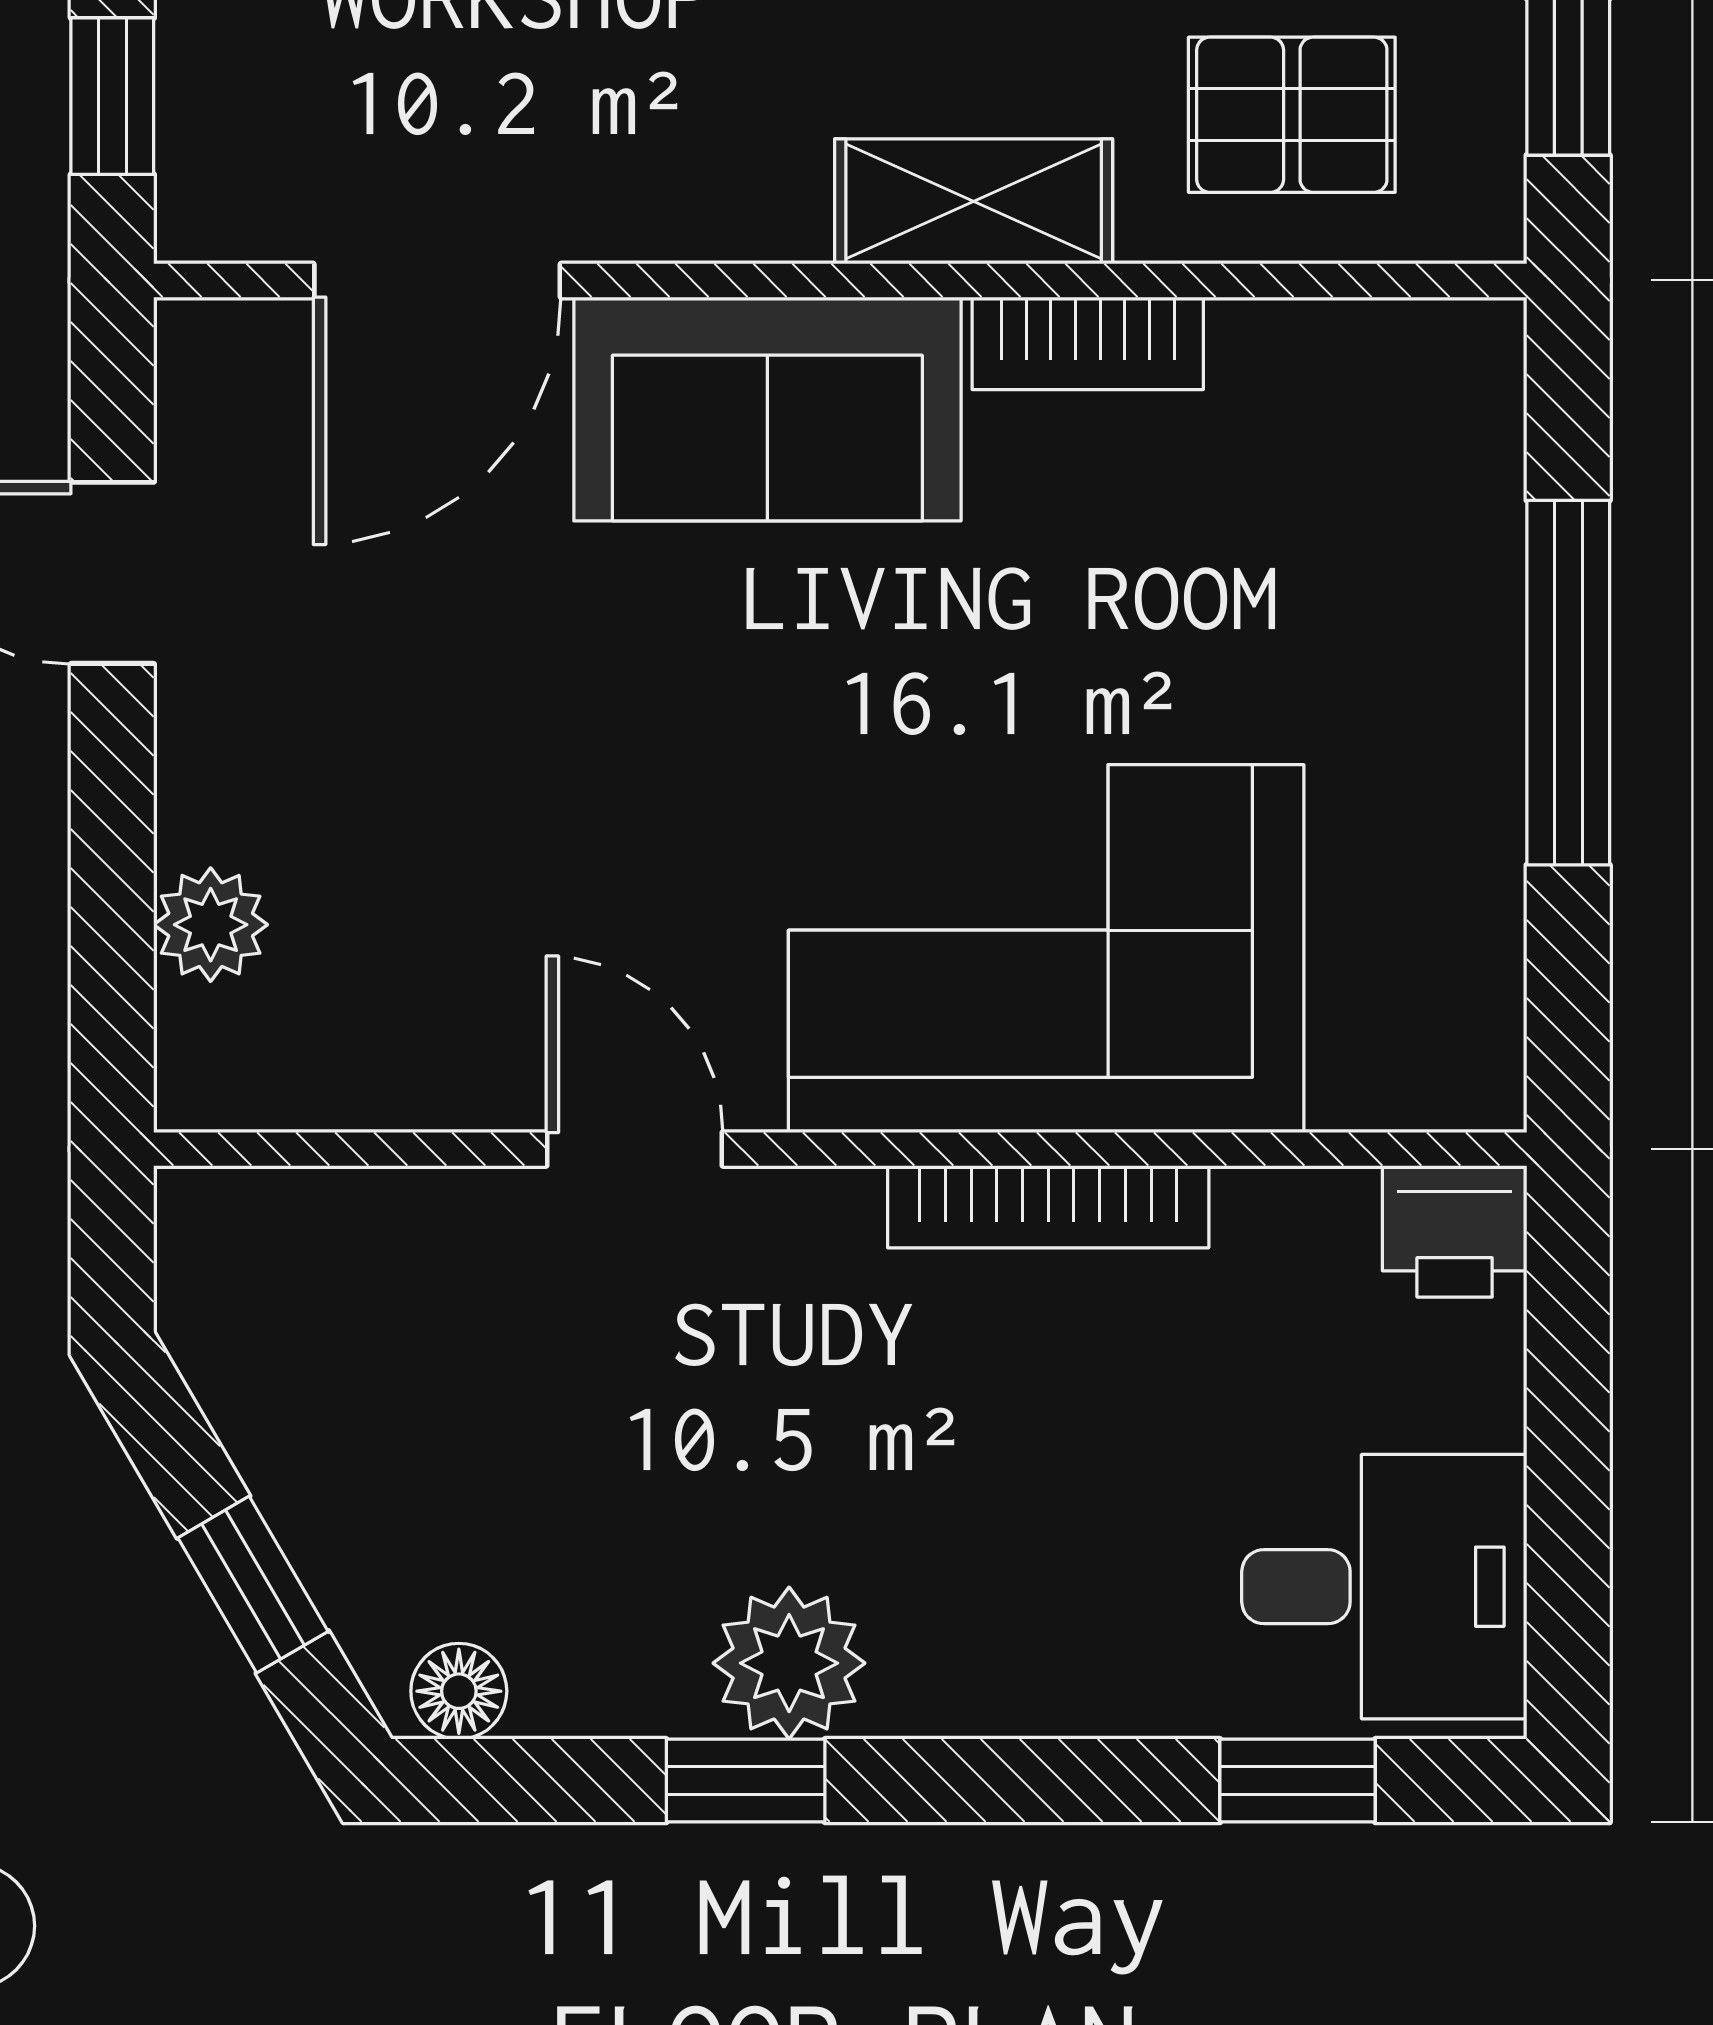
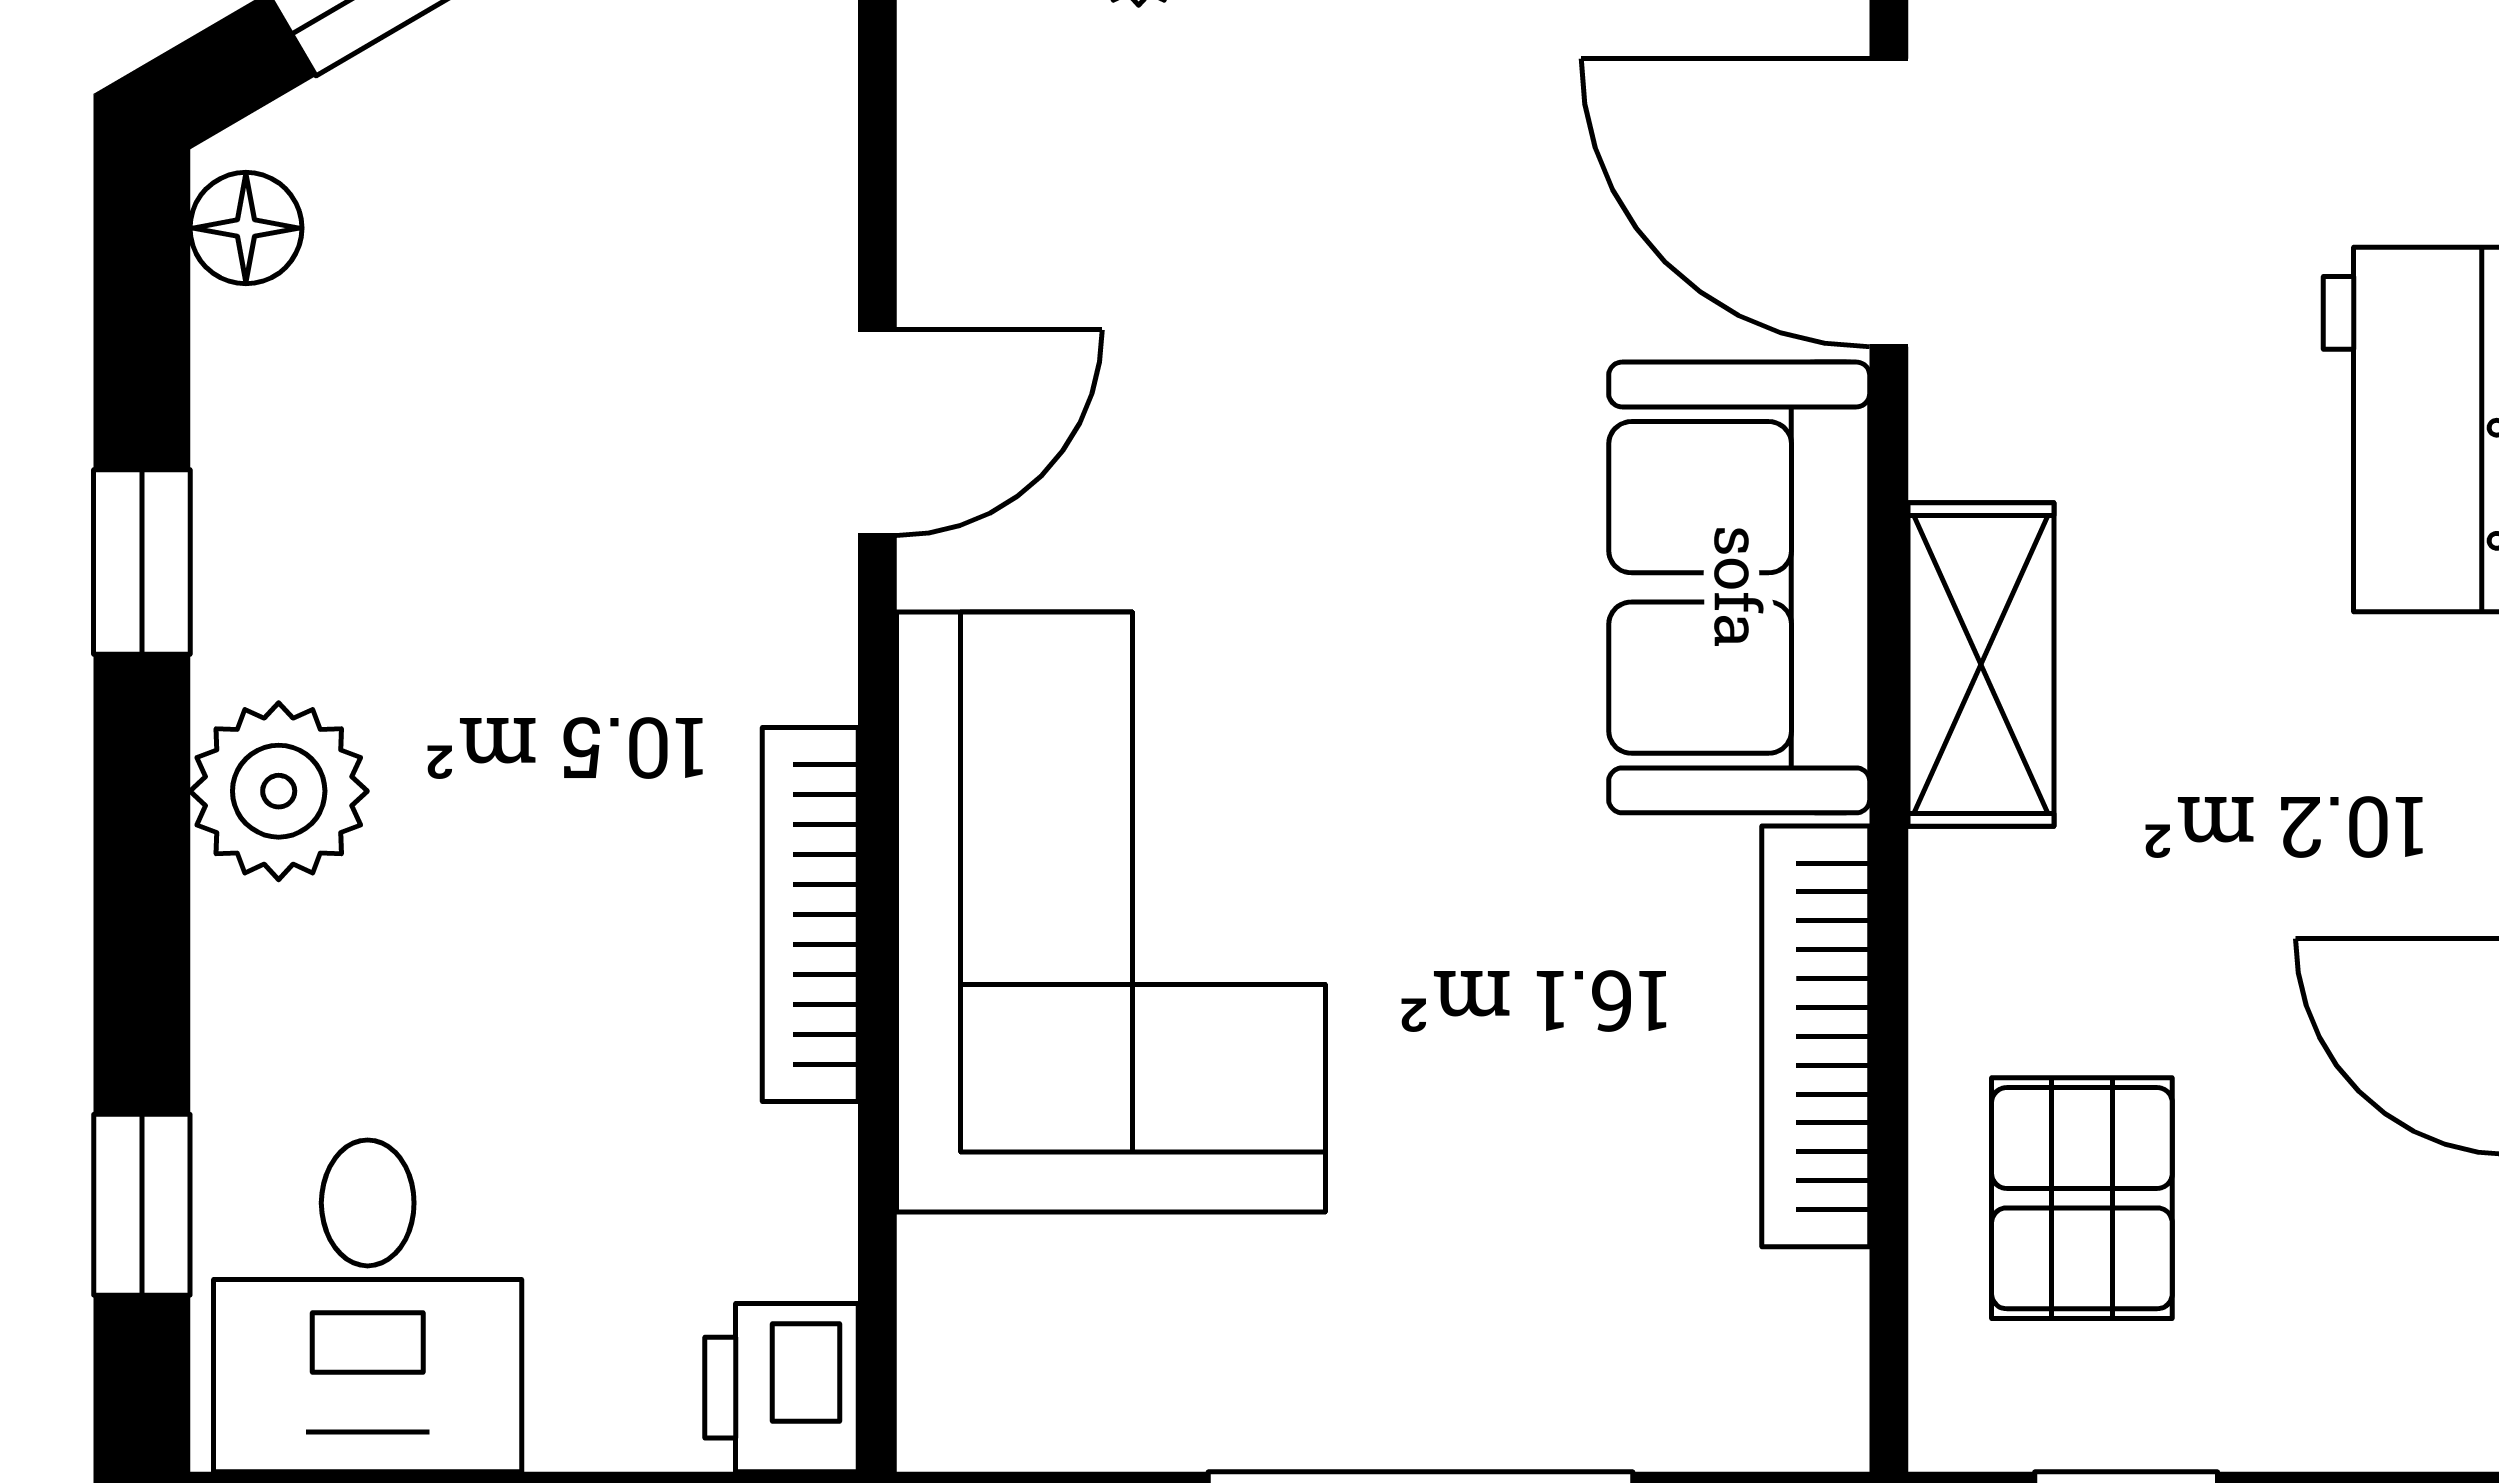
shelving: (974, 201) -> (1981, 664), moved
bookcase: (1088, 343) -> (1816, 1036), width x1.56
plant: (789, 1663) -> (279, 791), moved

